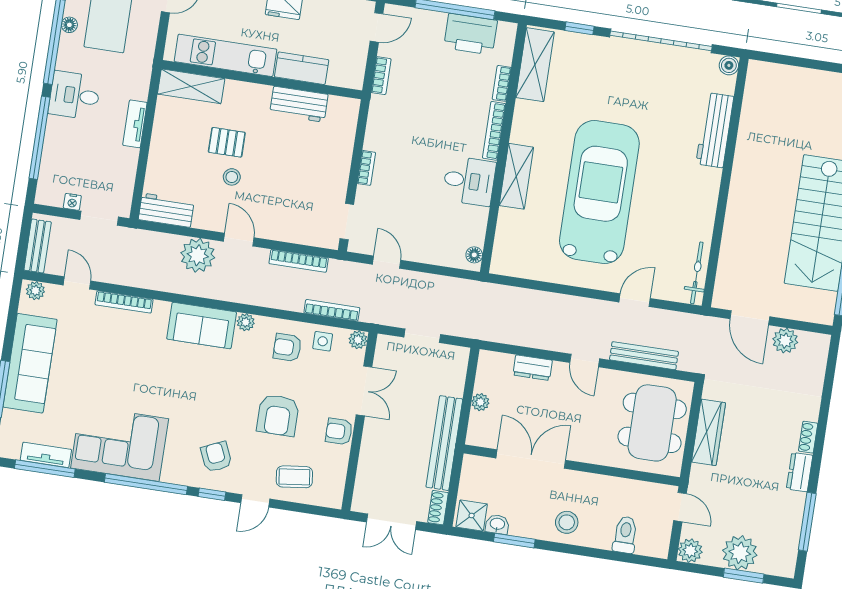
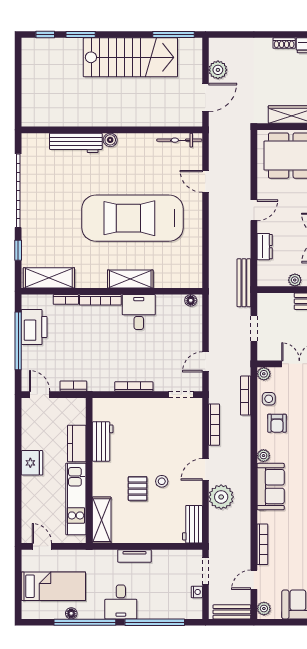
boiler: (729, 65) -> (110, 140), moved
bookcase: (366, 168) -> (134, 387), width x1.56
bench: (644, 356) -> (244, 283), moved

